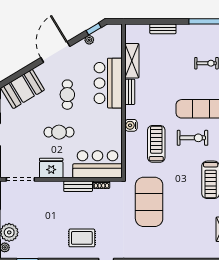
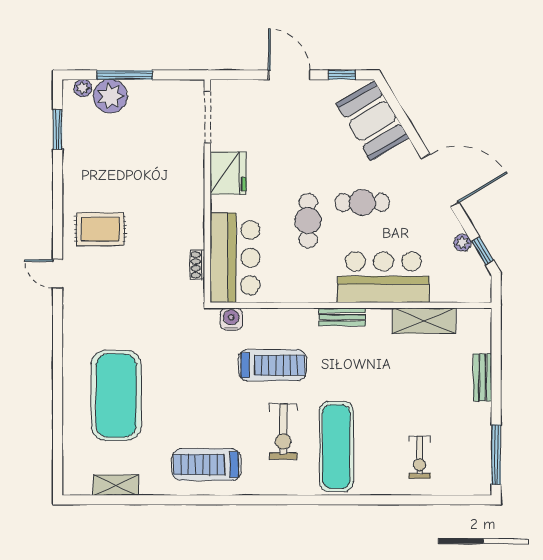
bench: (130, 92) -> (342, 317), moved
water cooler: (131, 125) -> (231, 319), moved
cafe table: (59, 132) -> (308, 221), moved
bench: (78, 186) -> (195, 222), removed
exercise mat: (149, 202) -> (116, 395), moved, turned 90
rug: (82, 238) -> (100, 229), turned 90

